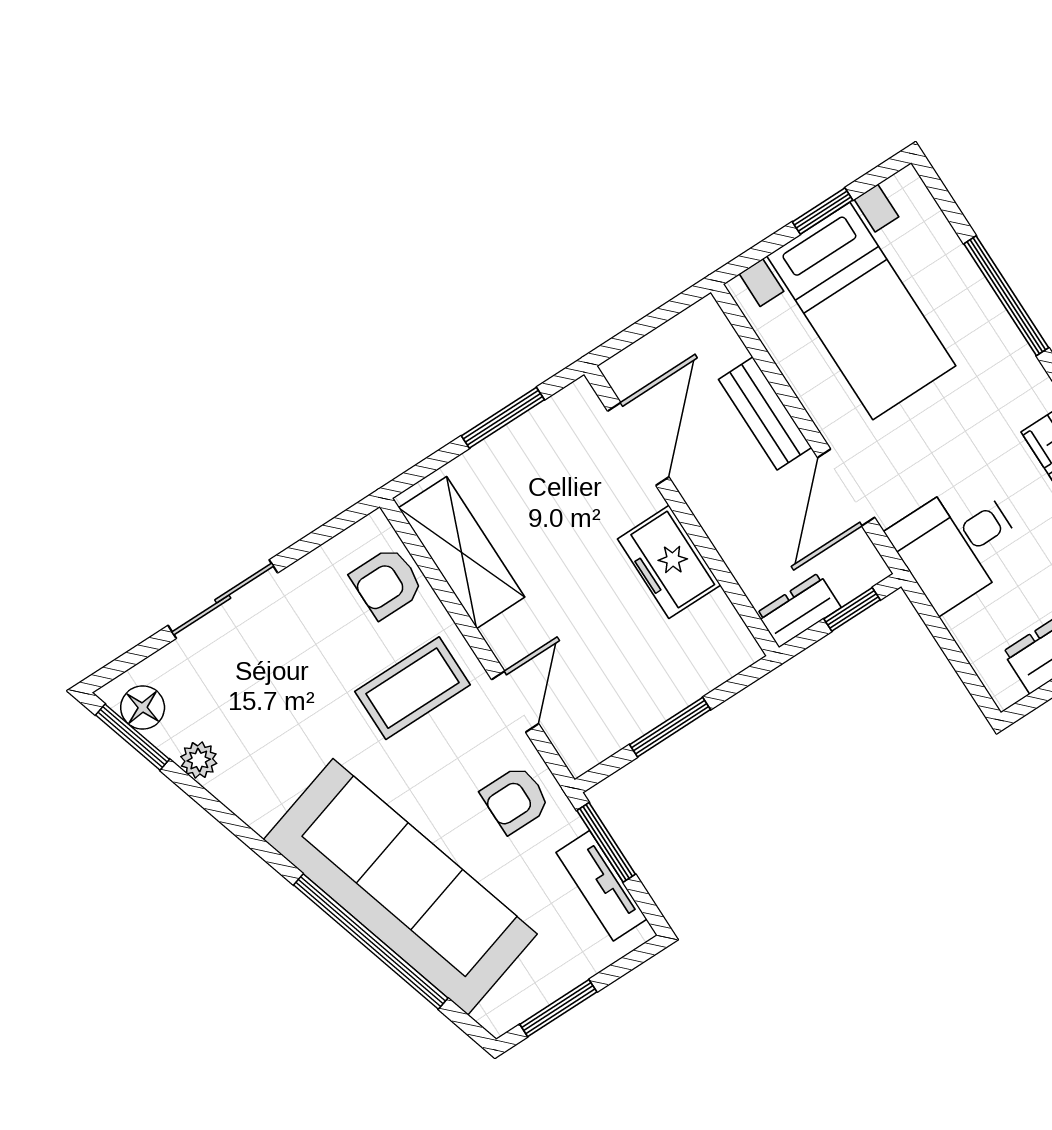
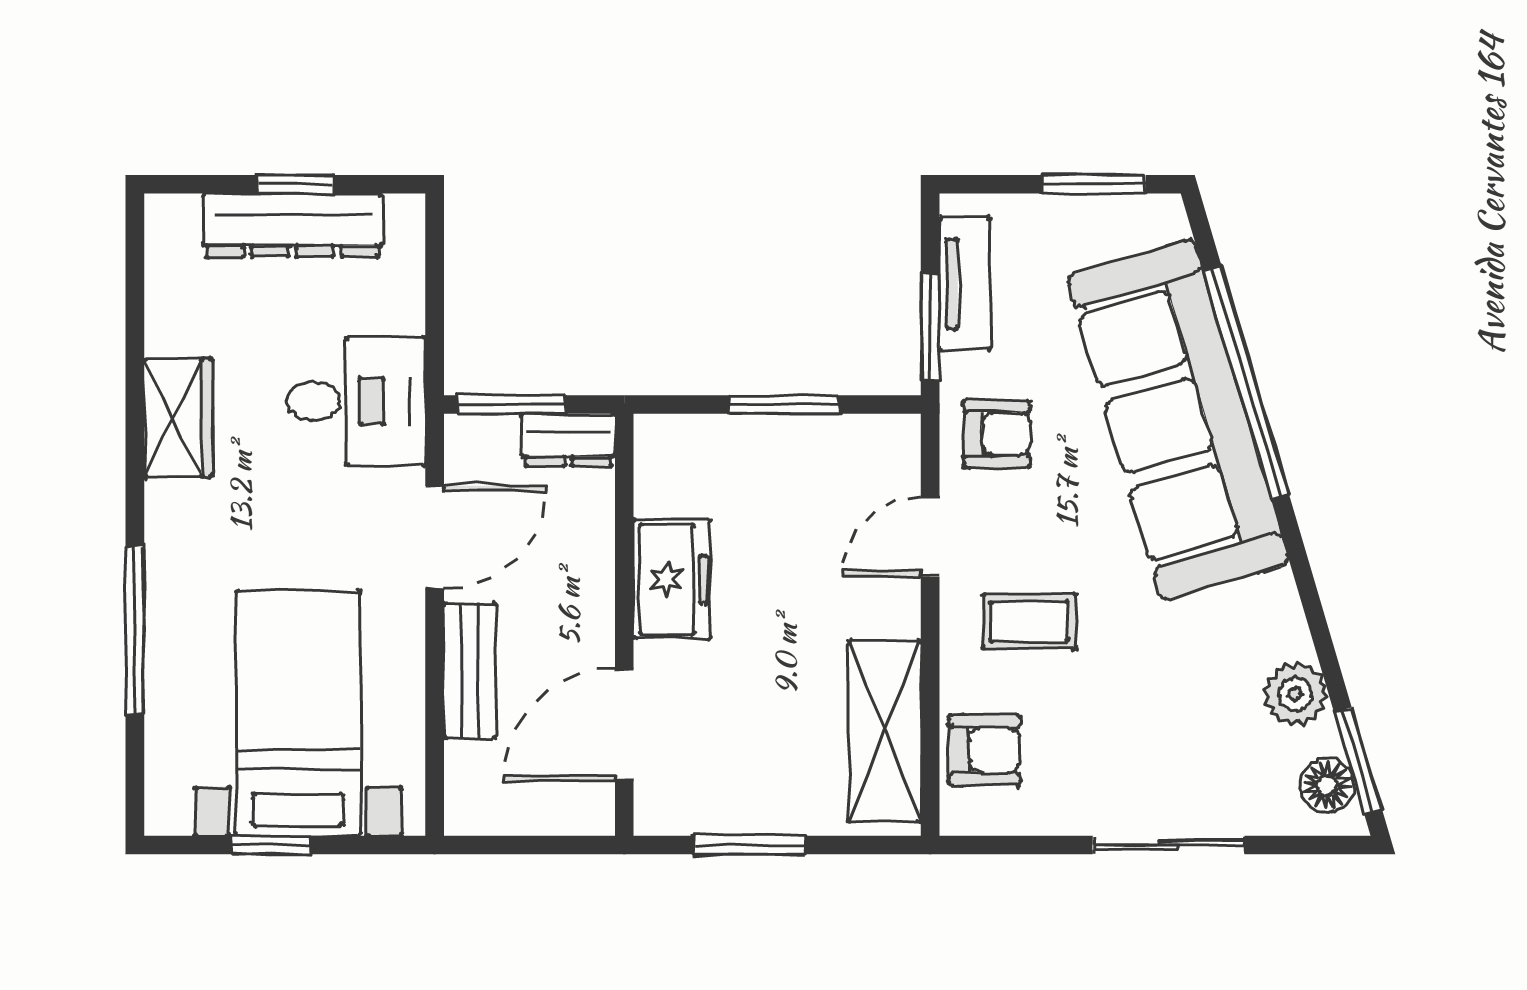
window: (852, 609) -> (512, 404), width x1.50
coffee table: (412, 688) -> (1029, 621), width x0.73, depth x0.77
plant: (199, 760) -> (1295, 694), width x1.38, depth x1.38

